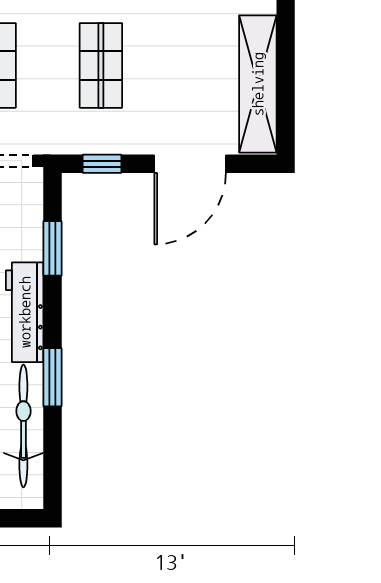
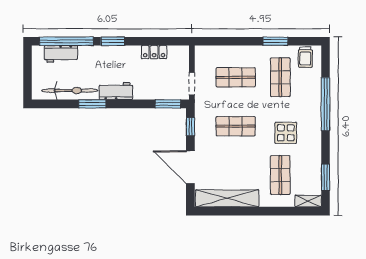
window: (52, 248) -> (168, 104), moved
workbench: (25, 312) -> (116, 91), width x0.73

